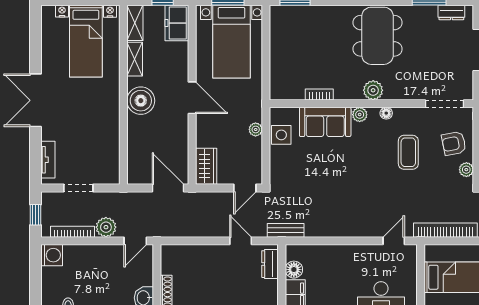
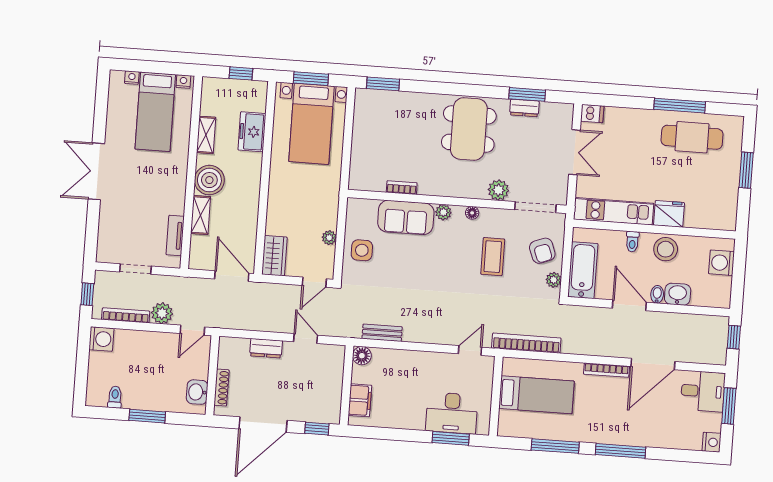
dresser: (451, 13) -> (524, 108), moved
shelving: (135, 23) -> (201, 215), moved
freezer: (177, 23) -> (252, 132), moved
plant: (373, 90) -> (498, 190), moved
door: (192, 98) -> (265, 181), removed
plant: (256, 129) -> (329, 238), moved
side table: (281, 135) -> (362, 250), moved
armchair: (454, 143) -> (542, 251), turned -100
tv unit: (48, 160) -> (175, 236), moved, turned 180
bench: (286, 230) -> (382, 333), moved
dresser: (270, 264) -> (266, 348), moved, turned -90
floor lamp: (294, 270) -> (362, 356), moved

